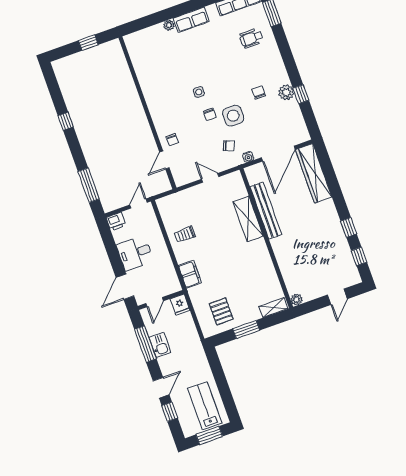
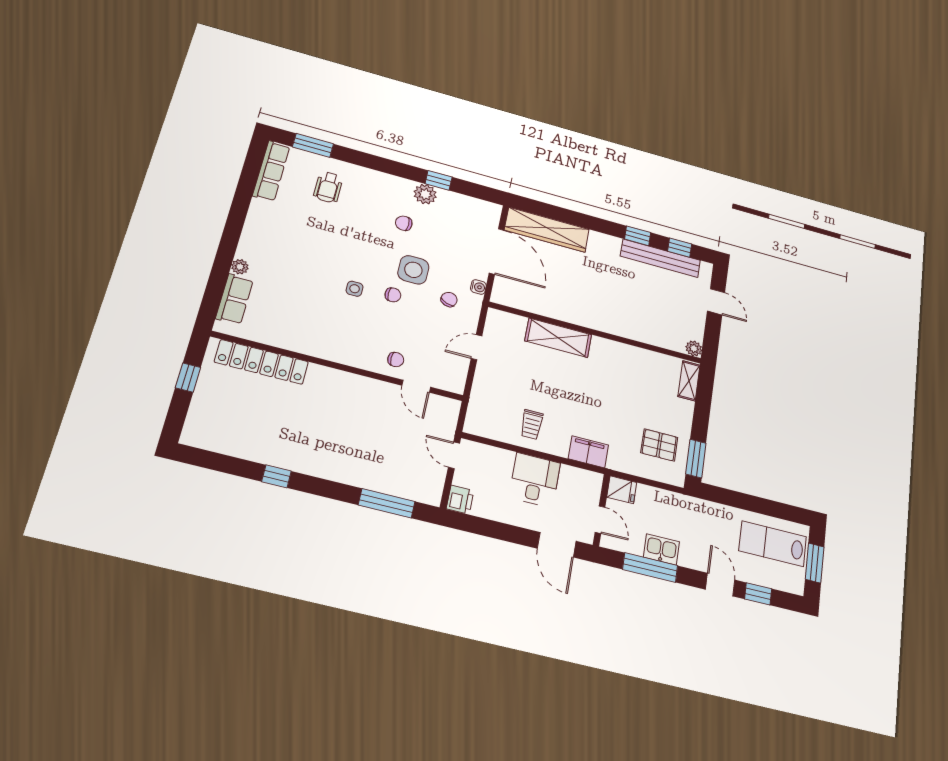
row of seats: (191, 20) -> (234, 299), moved
locker: (122, 73) -> (261, 362), added
bench: (266, 211) -> (660, 258), moved
desk: (135, 253) -> (535, 480), moved, turned 180
window: (246, 329) -> (696, 459), moved

